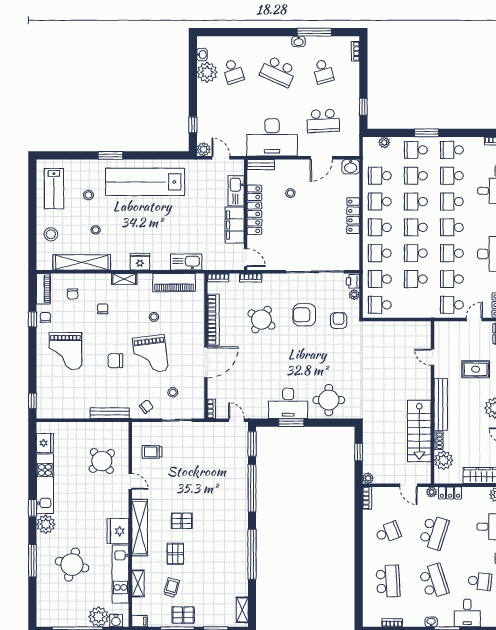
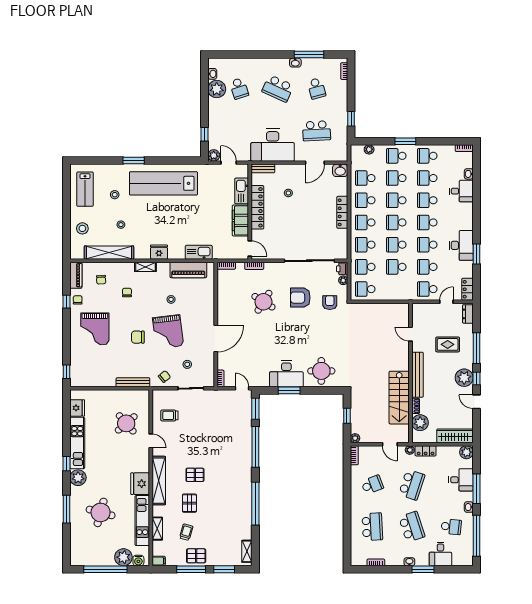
bookcase: (213, 320) -> (222, 302), removed

